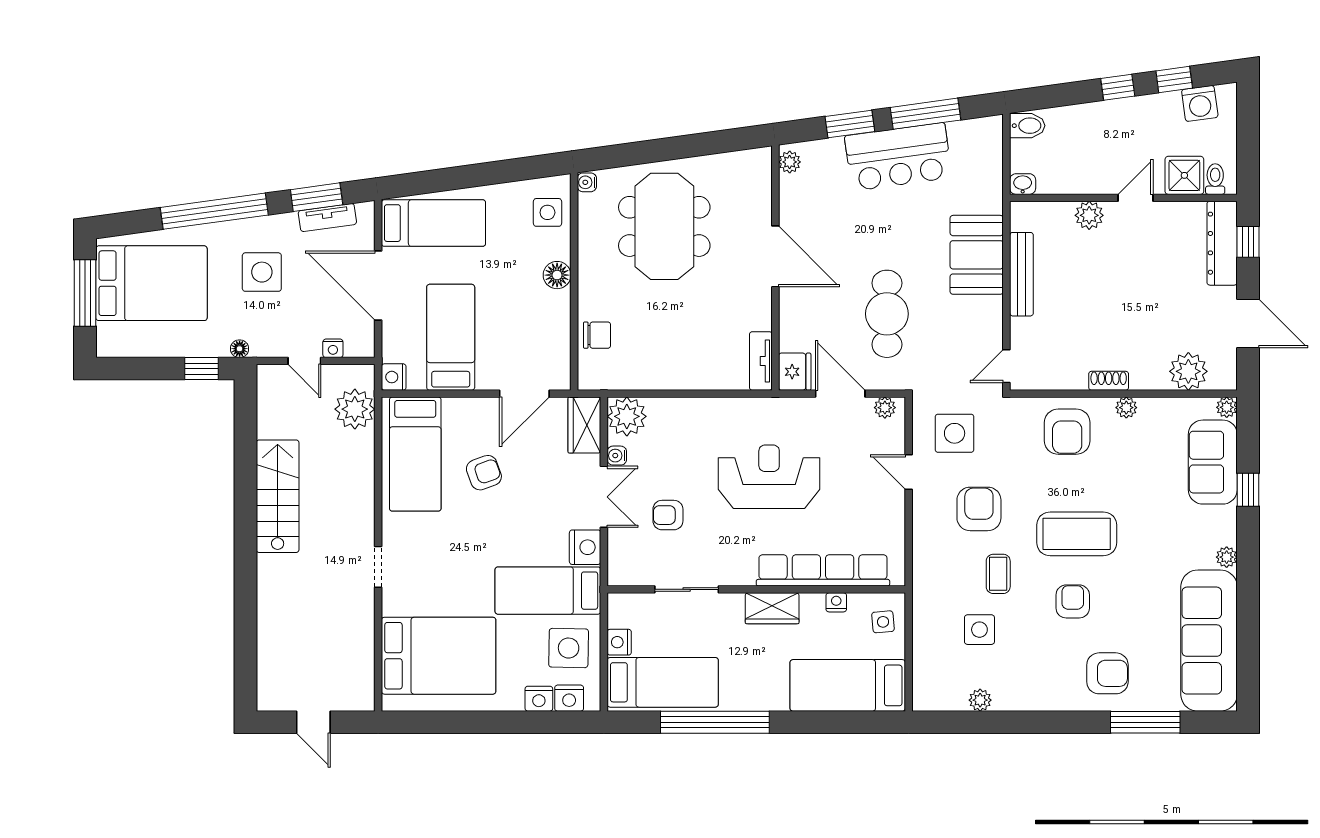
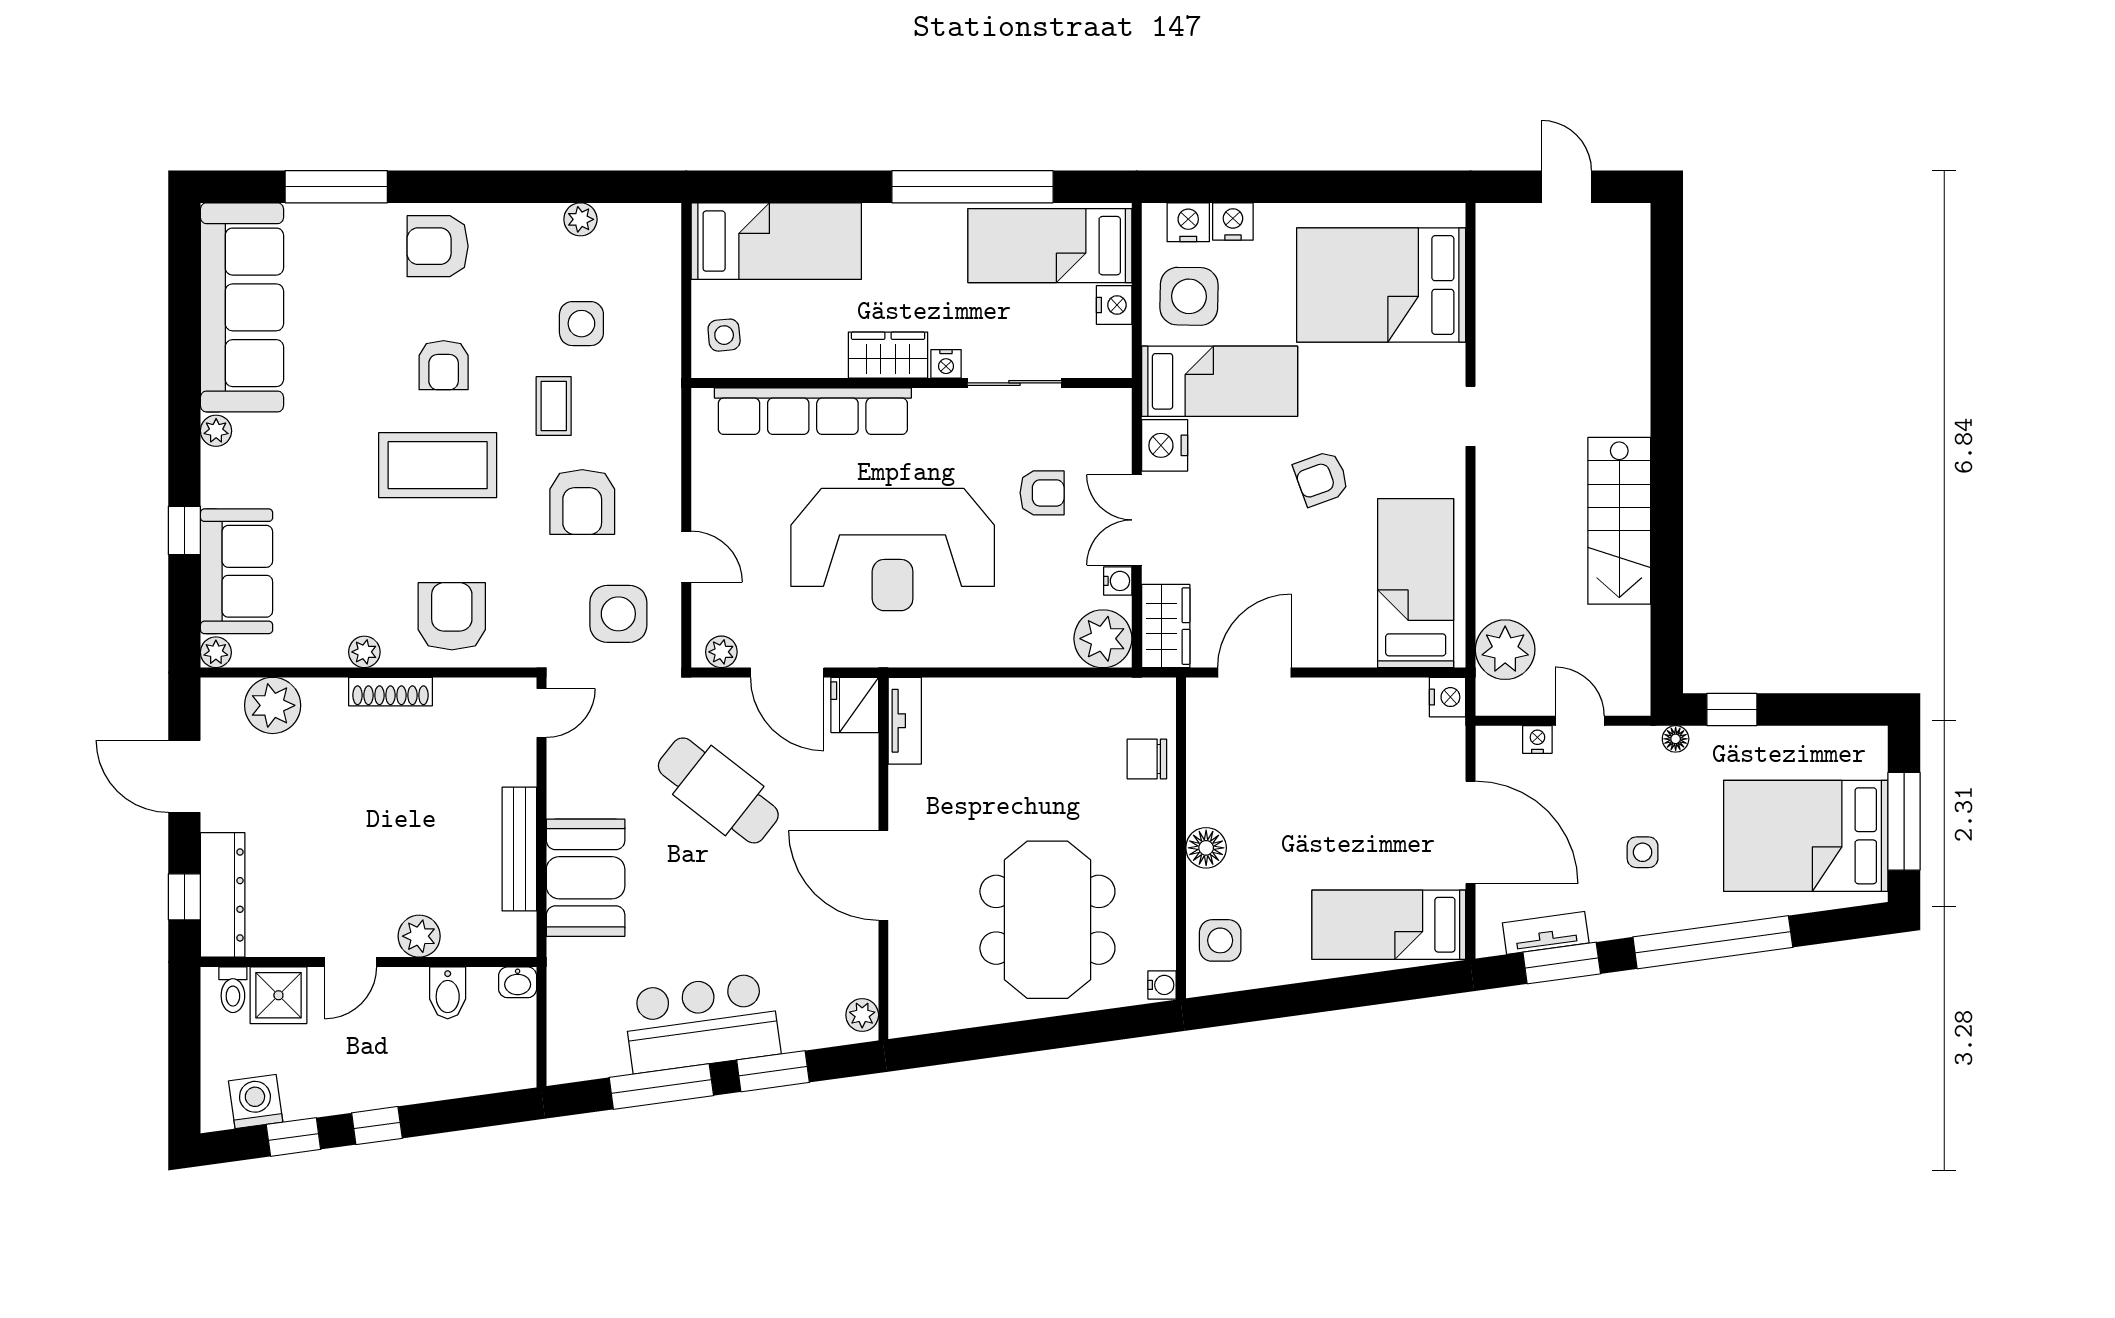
bidet: (1027, 126) -> (448, 993), moved, turned -90
side table: (262, 272) -> (1643, 852), width x0.54, depth x0.54
cafe table: (887, 314) -> (718, 790), turned -52
bed: (451, 337) -> (1363, 756), removed
shoe rack: (1109, 381) -> (390, 692), width x1.43
armchair: (484, 473) -> (1321, 478), moved
reception desk: (769, 477) -> (893, 550), width x1.36, depth x1.30
nightstand: (836, 602) -> (946, 364), moved
armchair: (1107, 673) -> (438, 246), moved

